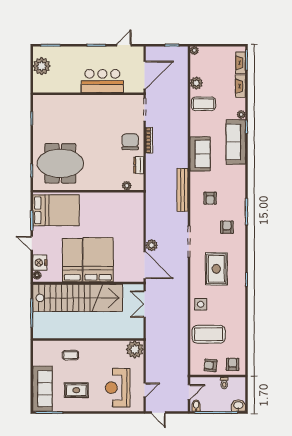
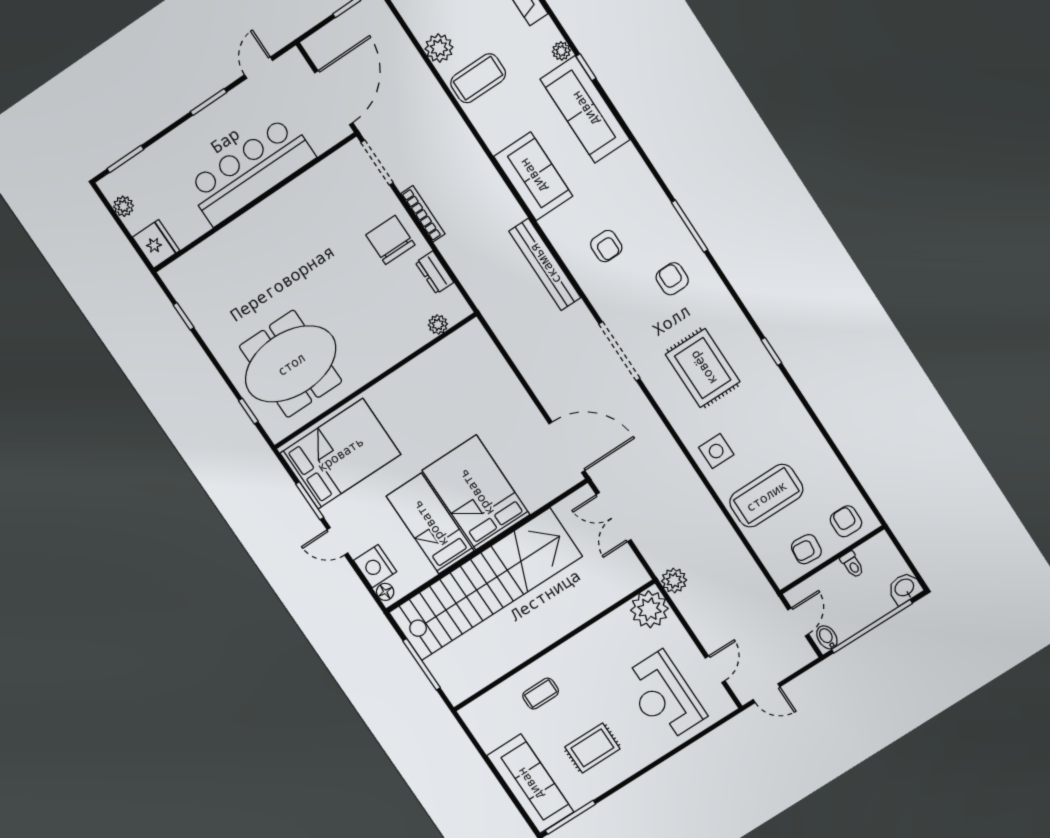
plant: (42, 66) -> (123, 206), width x0.53, depth x0.53
bar counter: (102, 81) -> (250, 171), width x1.36
fridge: (40, 84) -> (156, 244), added
plant: (152, 245) -> (674, 581), moved

